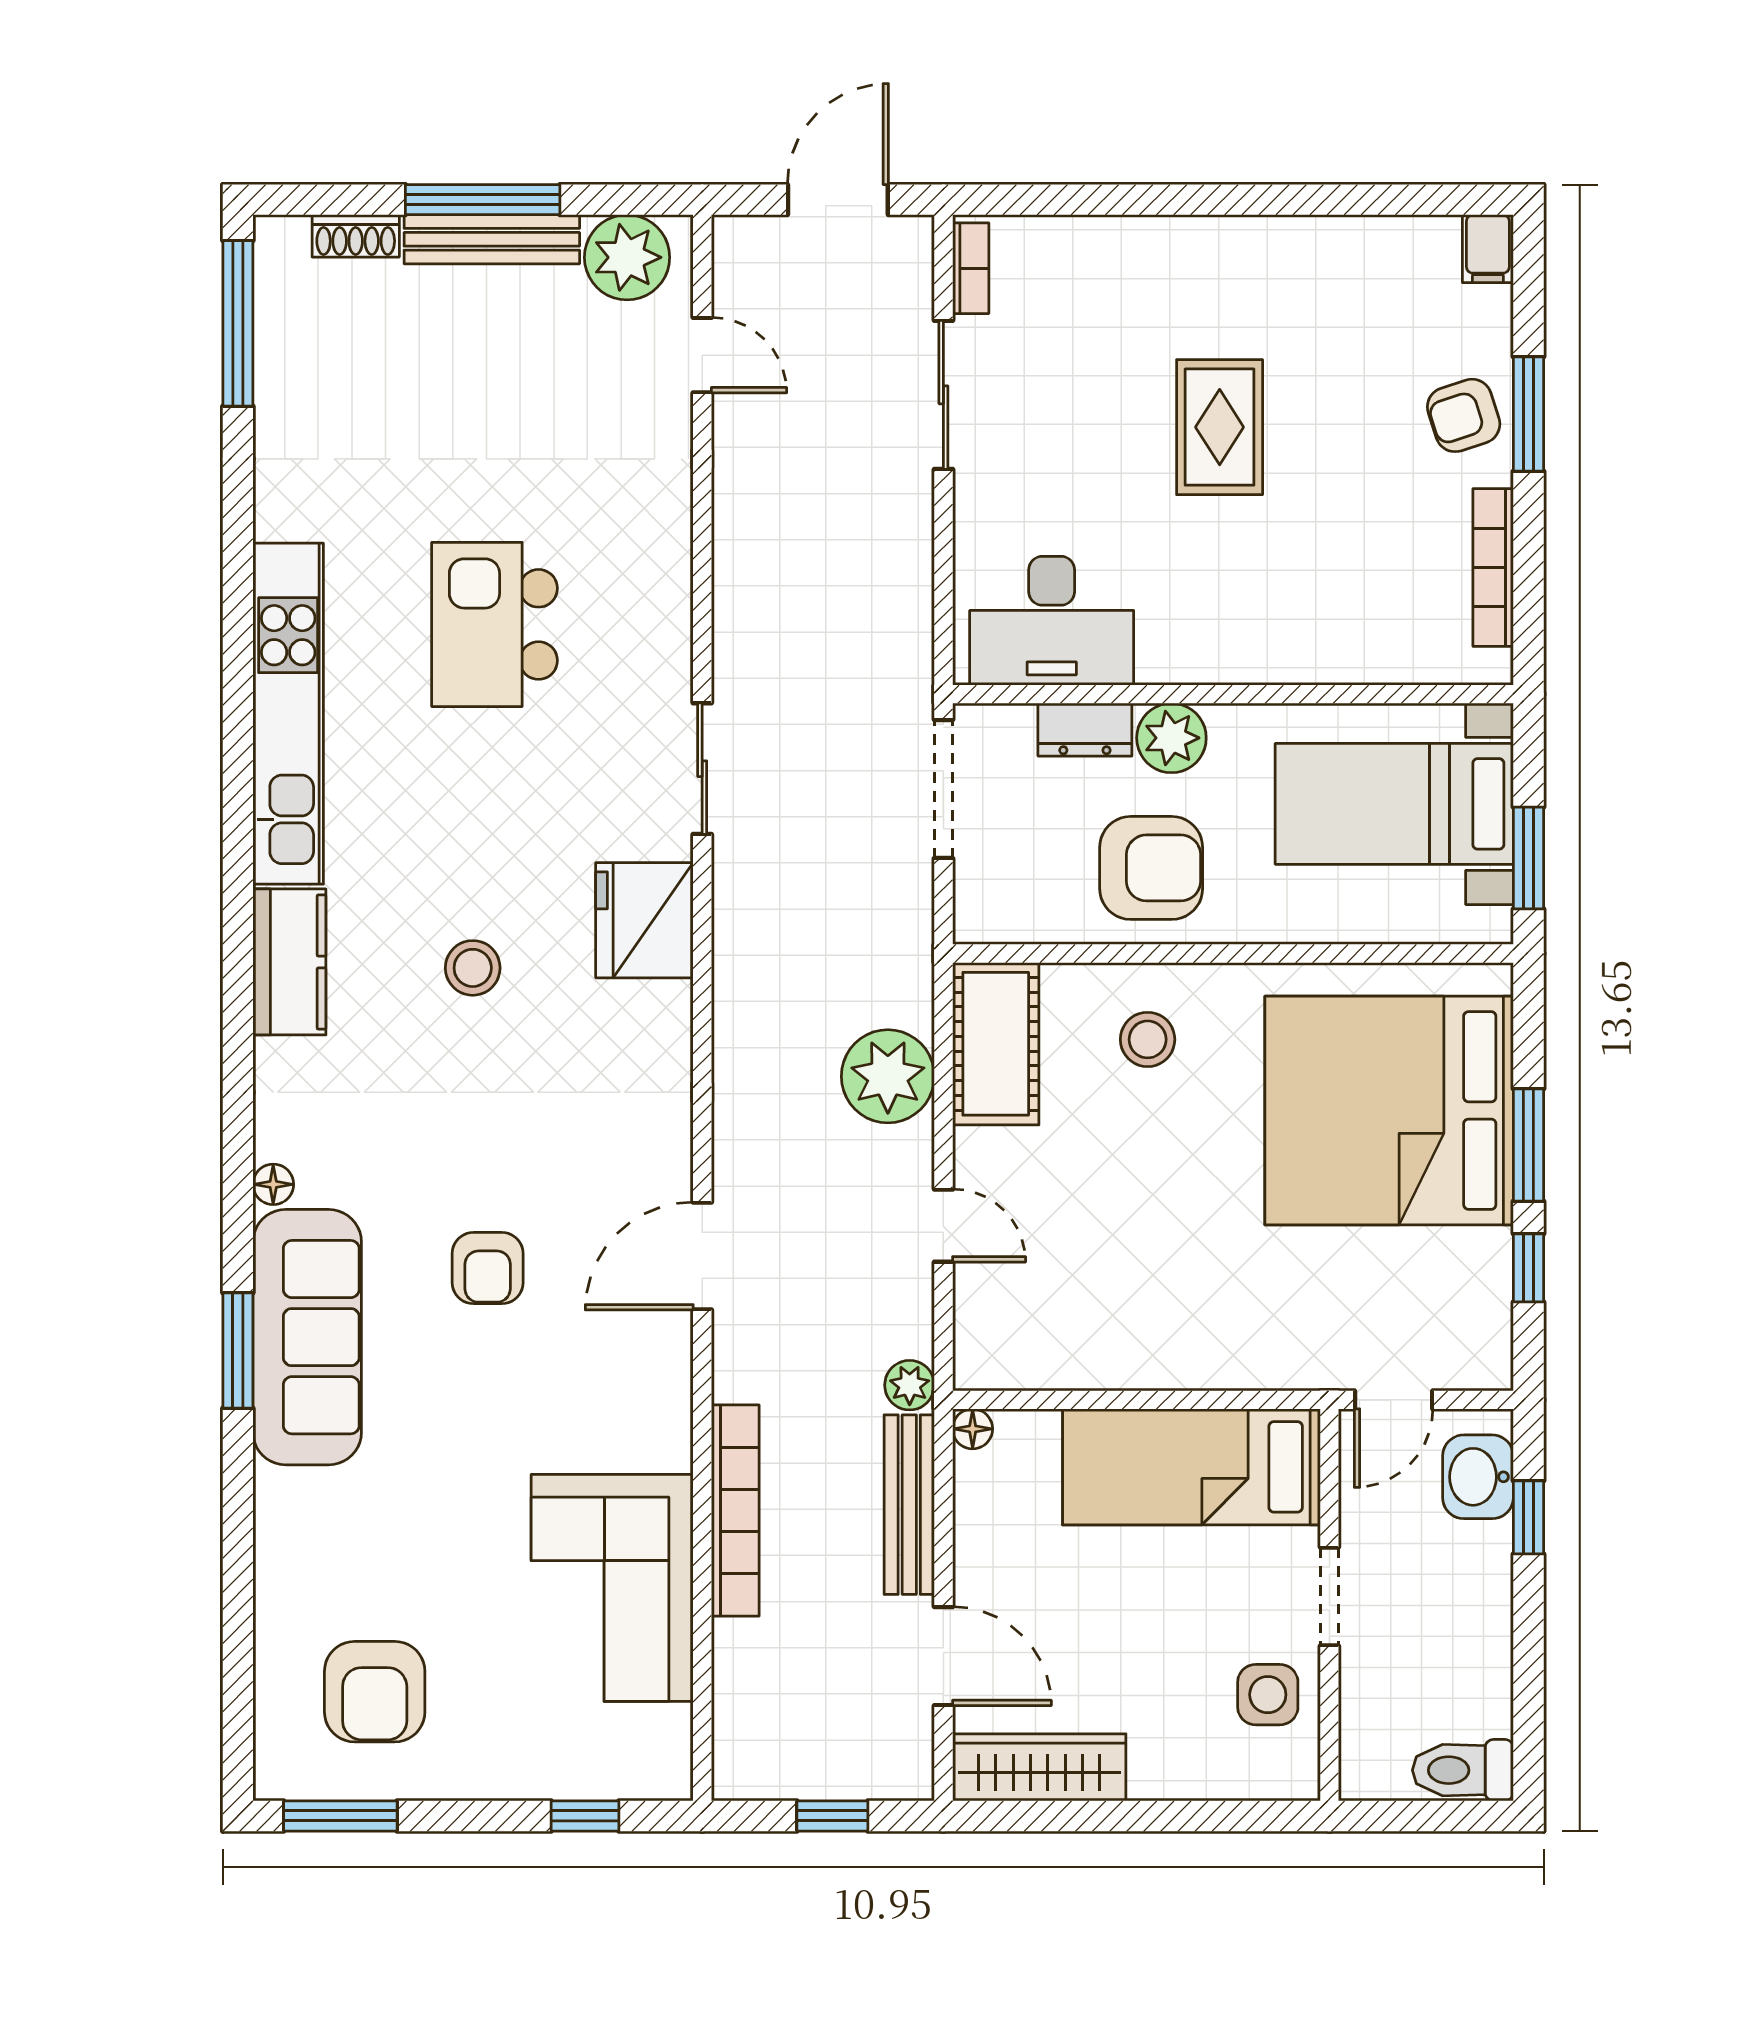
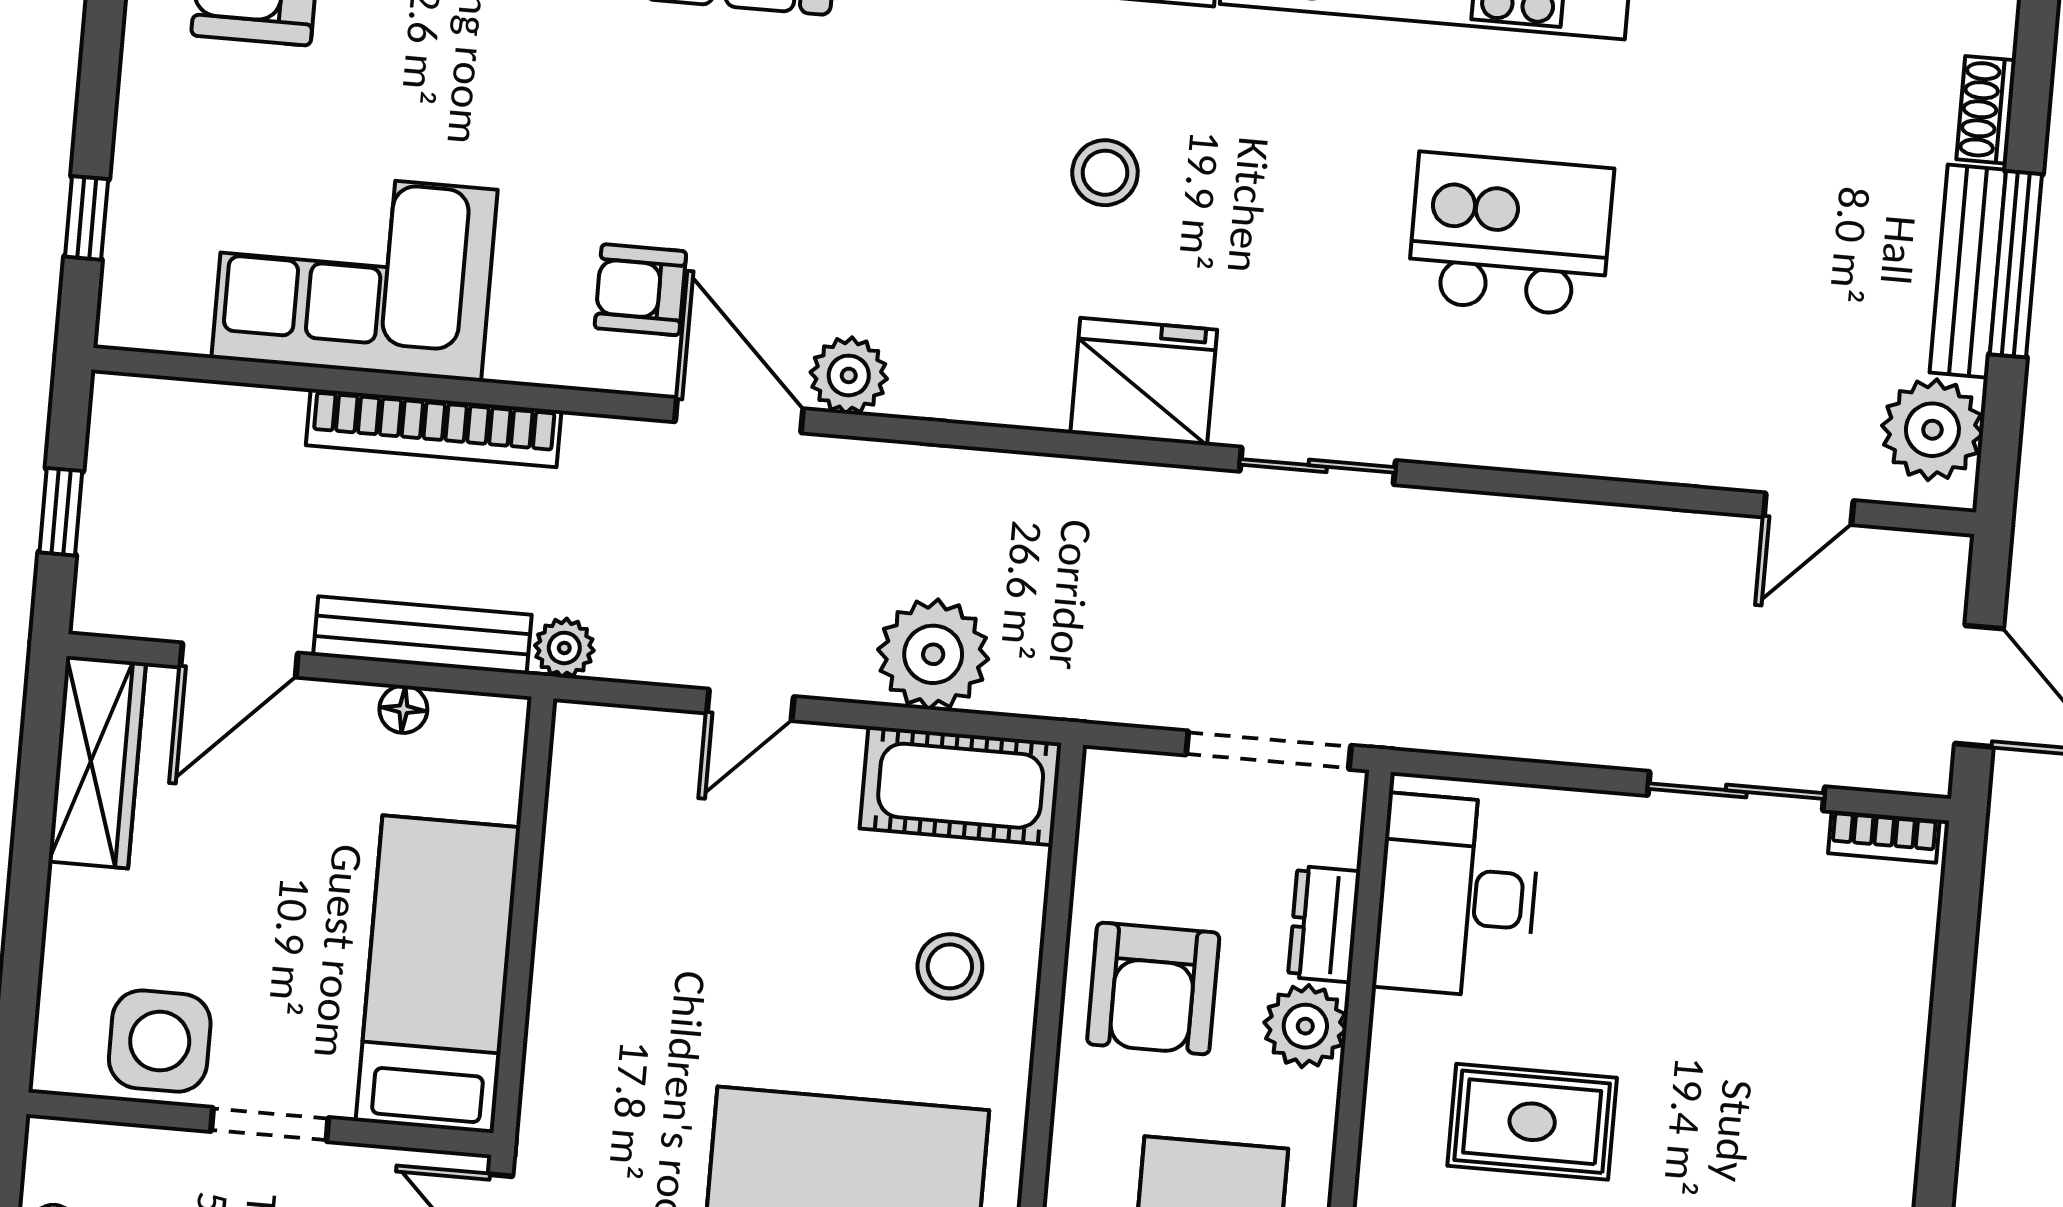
rug: (1220, 427) -> (1532, 1122), moved
plant: (661, 1167) -> (849, 375), added
armchair: (488, 1268) -> (640, 290), moved
floor lamp: (973, 1429) -> (403, 709), moved
side table: (1268, 1695) -> (160, 1041), width x1.37, depth x1.37

